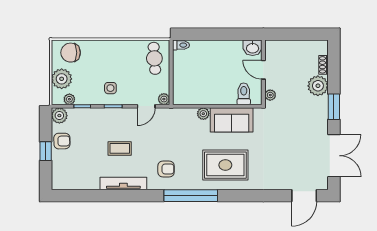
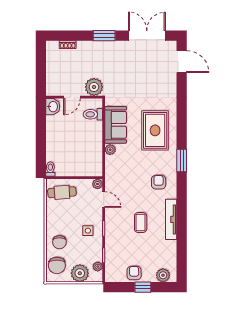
chair: (97, 55) -> (59, 242), added
plant: (318, 86) -> (86, 50), removed
plant: (270, 95) -> (94, 87), width x1.87, depth x1.87
plant: (59, 116) -> (163, 275), moved
window: (191, 196) -> (182, 161), width x0.47

